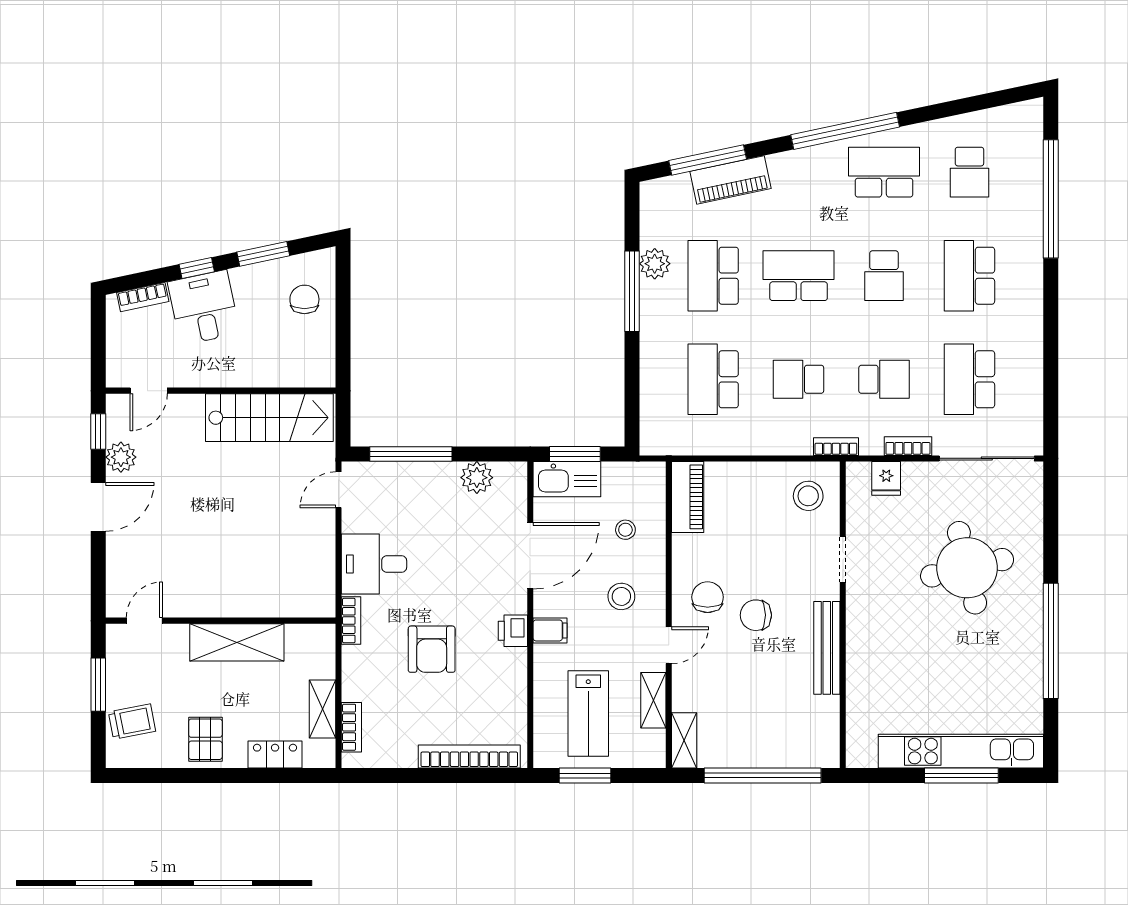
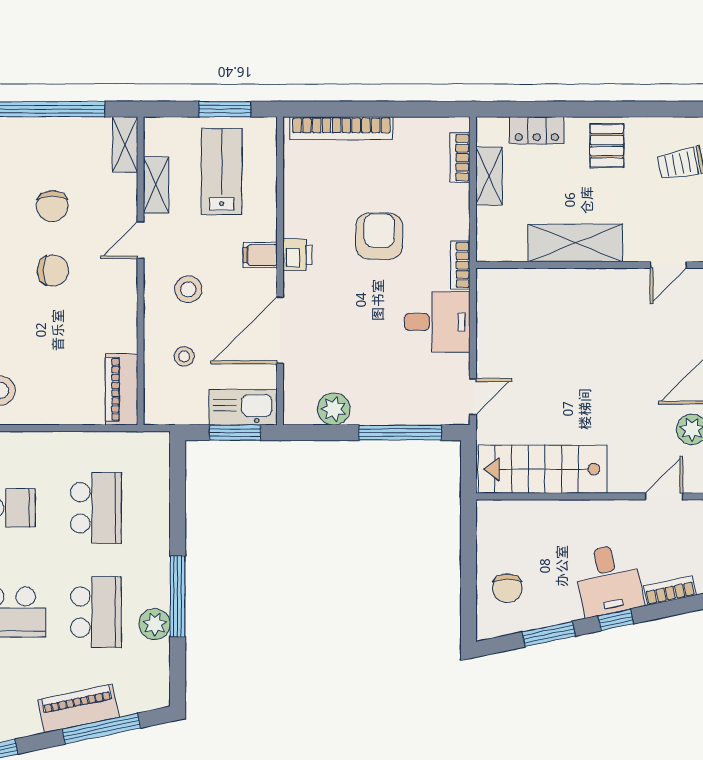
chair: (708, 597) -> (52, 206), moved

